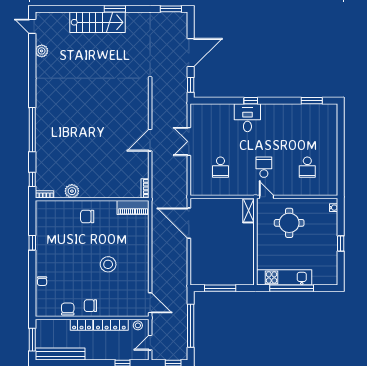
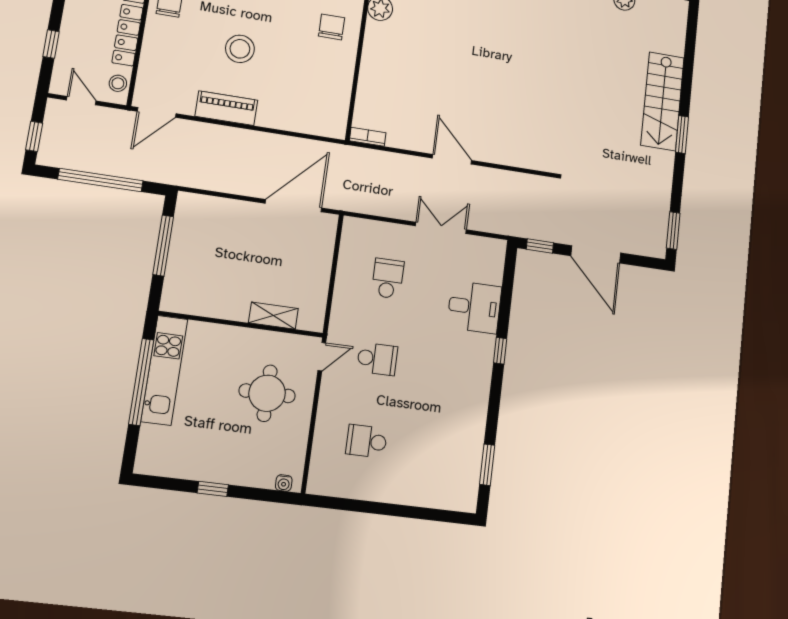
desk: (247, 118) -> (474, 307), moved
school desk: (220, 167) -> (388, 278), turned 90
piano: (133, 208) -> (226, 108), moved, turned 90
shelving: (249, 211) -> (273, 316), moved

